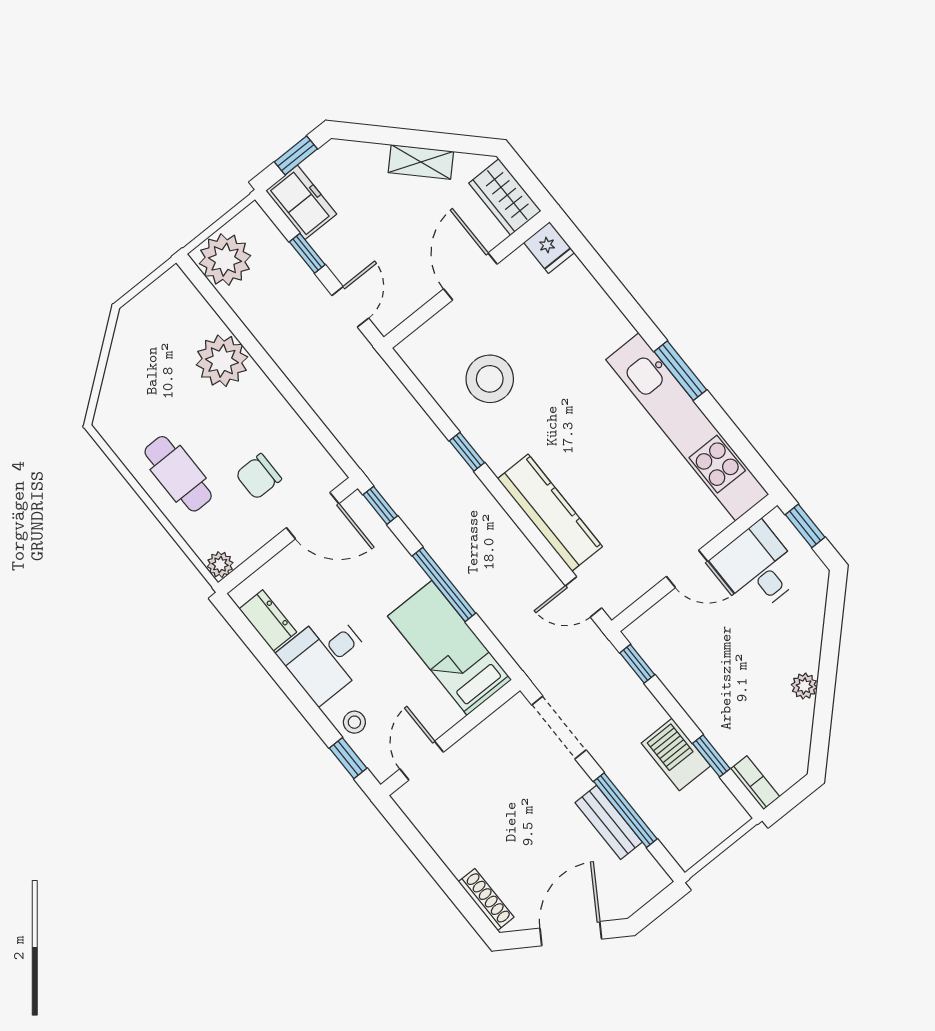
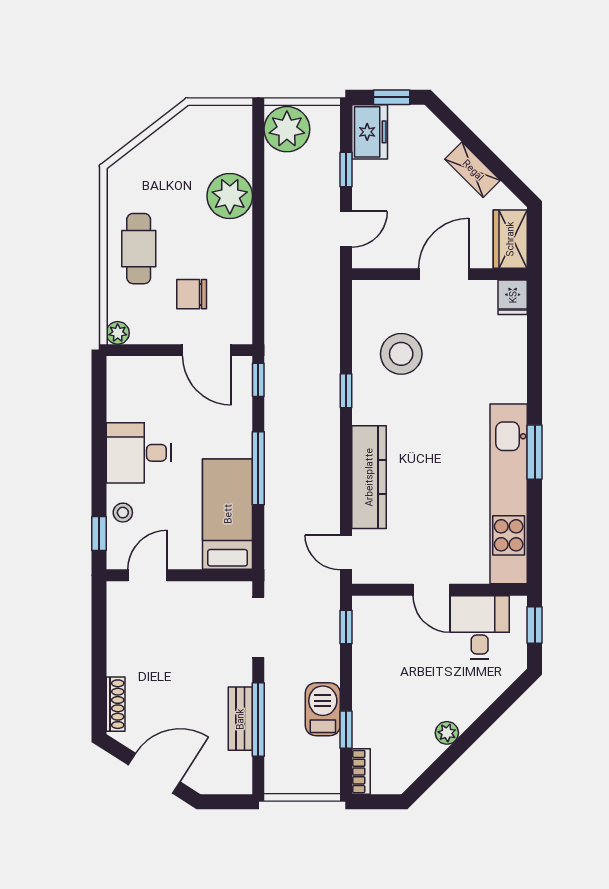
dresser: (268, 620) -> (120, 397), removed

